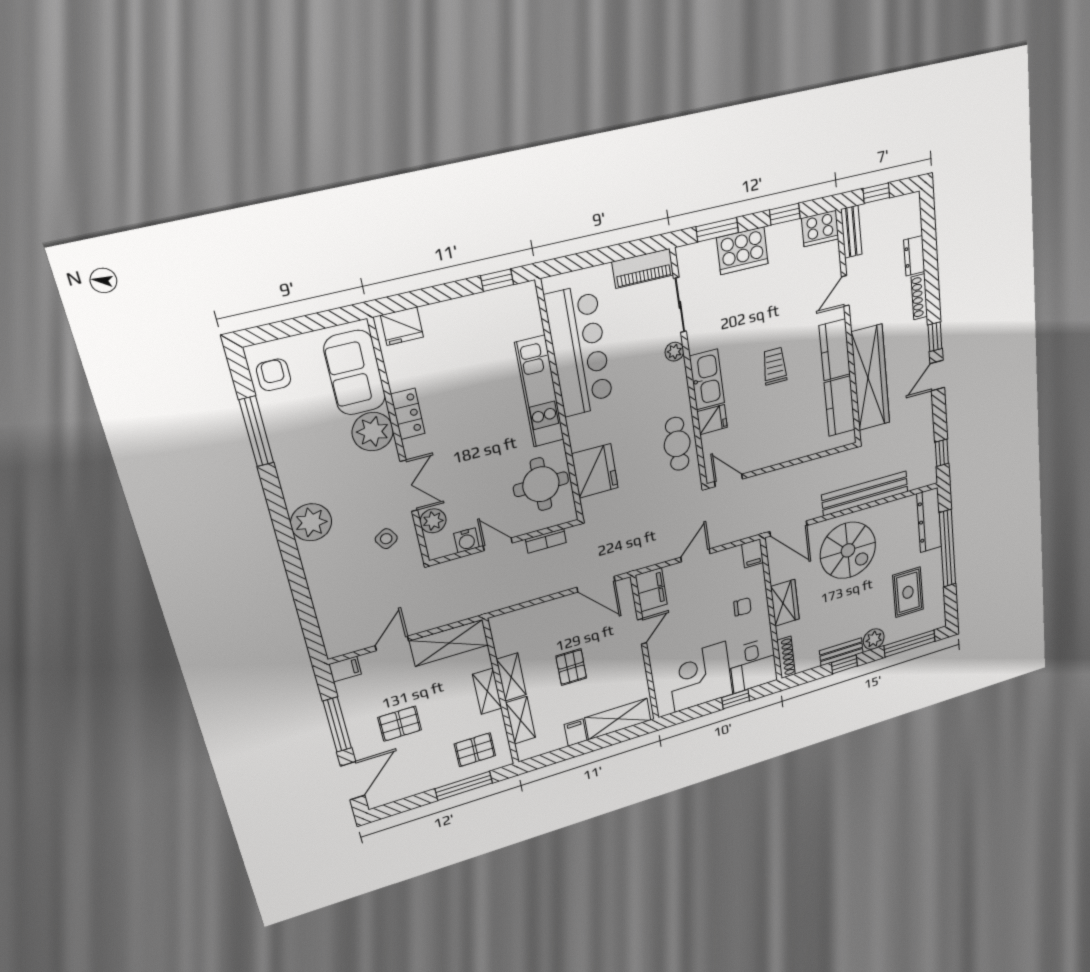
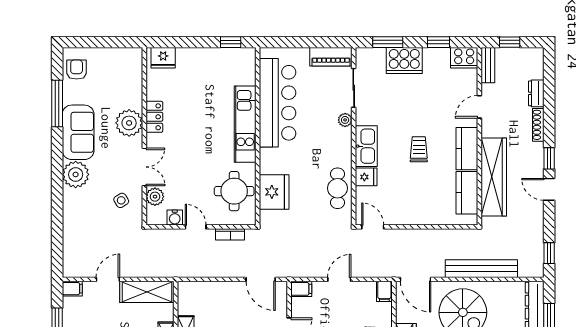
sofa: (355, 373) -> (78, 132), moved, turned 180
door: (937, 376) -> (549, 189), hinge flipped
filing cabinet: (651, 590) -> (301, 289), width x0.50

